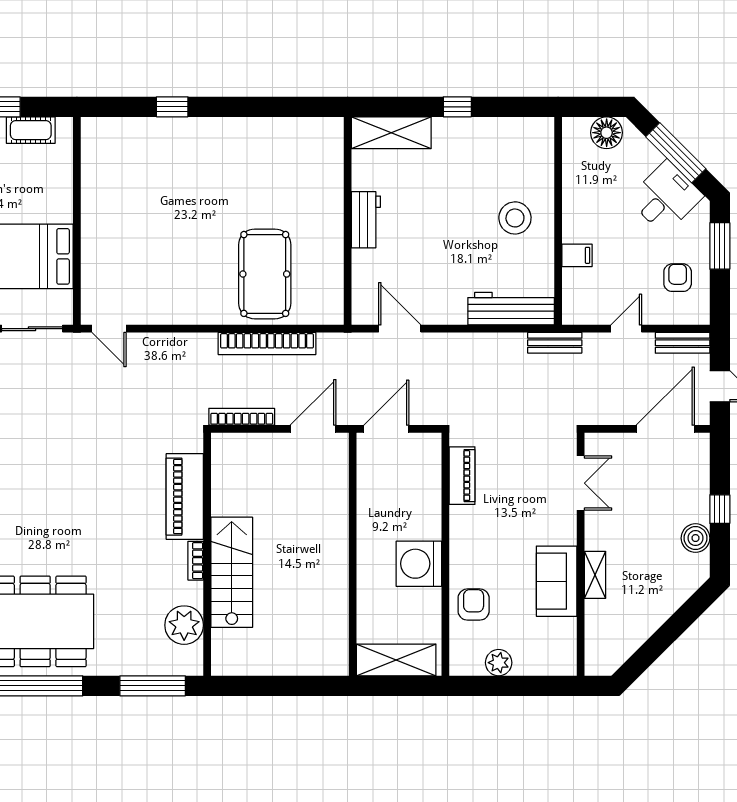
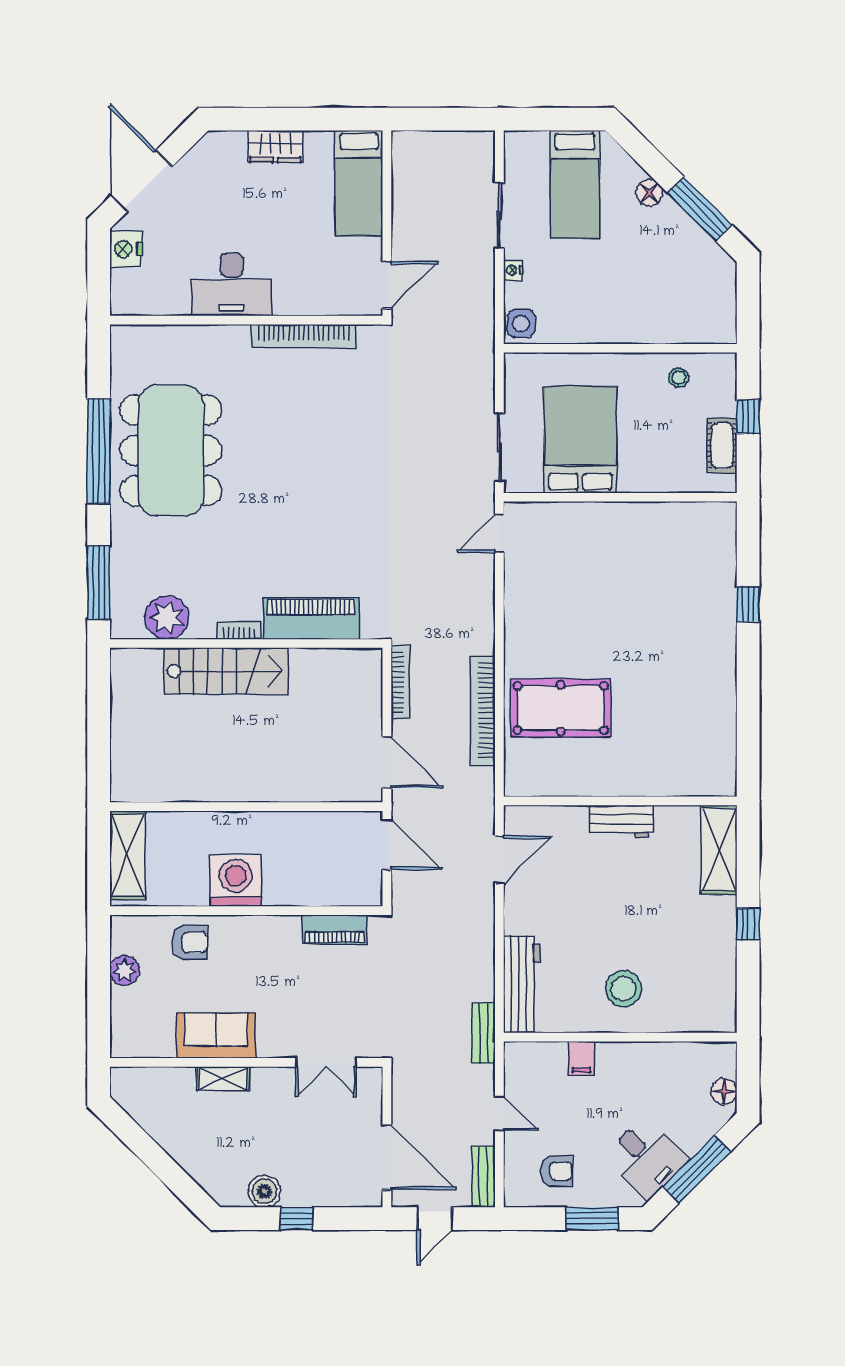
floor lamp: (607, 133) -> (724, 1091), width x0.73, depth x0.73

